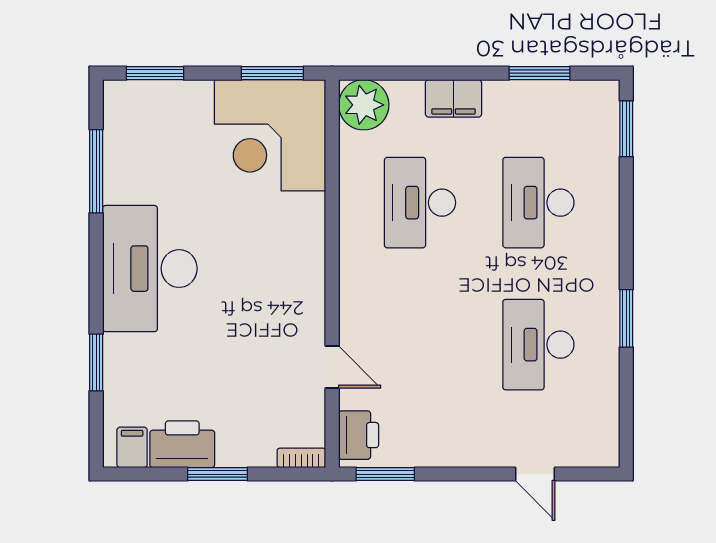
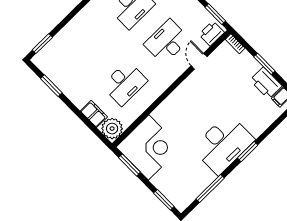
filing cabinet: (453, 98) -> (94, 114), moved
desk: (538, 203) -> (167, 42), moved, turned 180
window: (96, 363) -> (248, 152), moved

